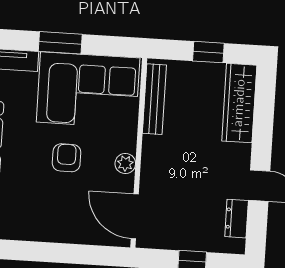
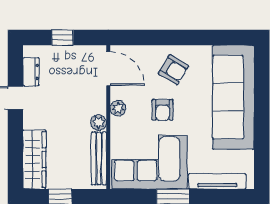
plant: (152, 146) -> (98, 122), added
armchair: (49, 210) -> (173, 70), added

